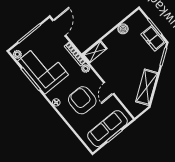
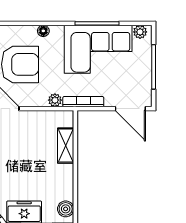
boiler: (123, 29) -> (66, 209), moved
shelving: (95, 52) -> (66, 146), moved

